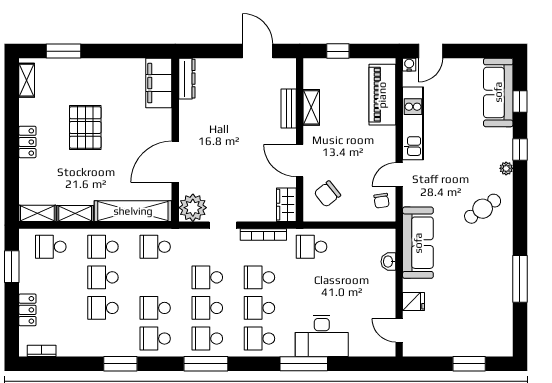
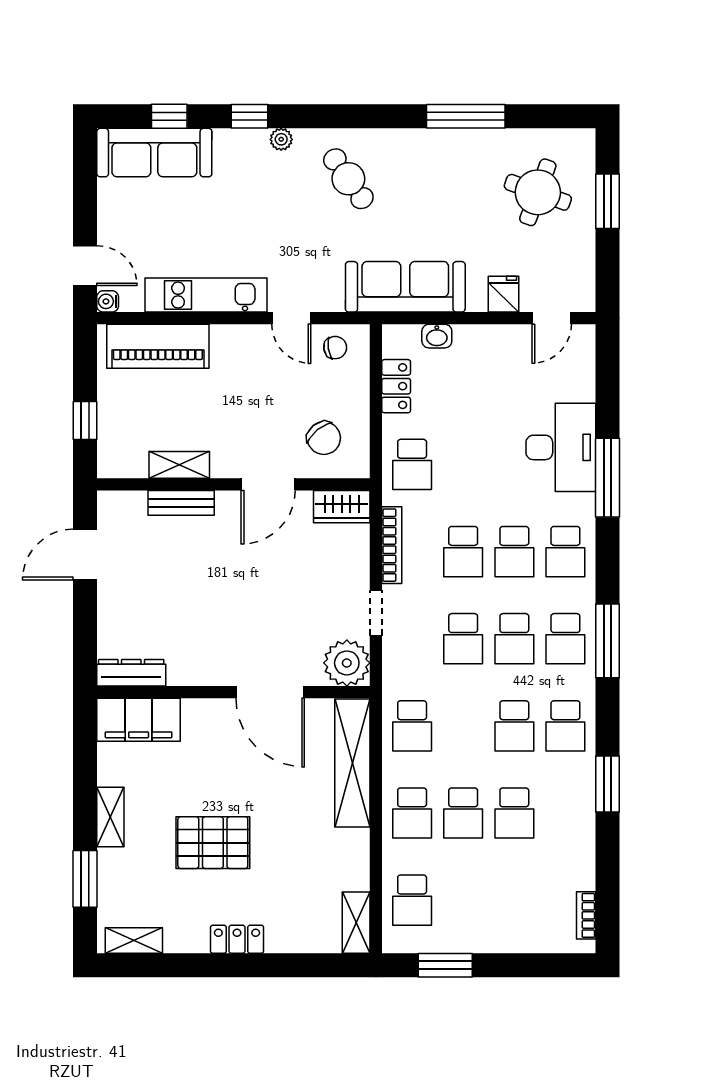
shelving: (75, 213) -> (110, 817), moved
locker: (27, 310) -> (396, 386), moved, turned 90
round table: (474, 322) -> (538, 192), added

